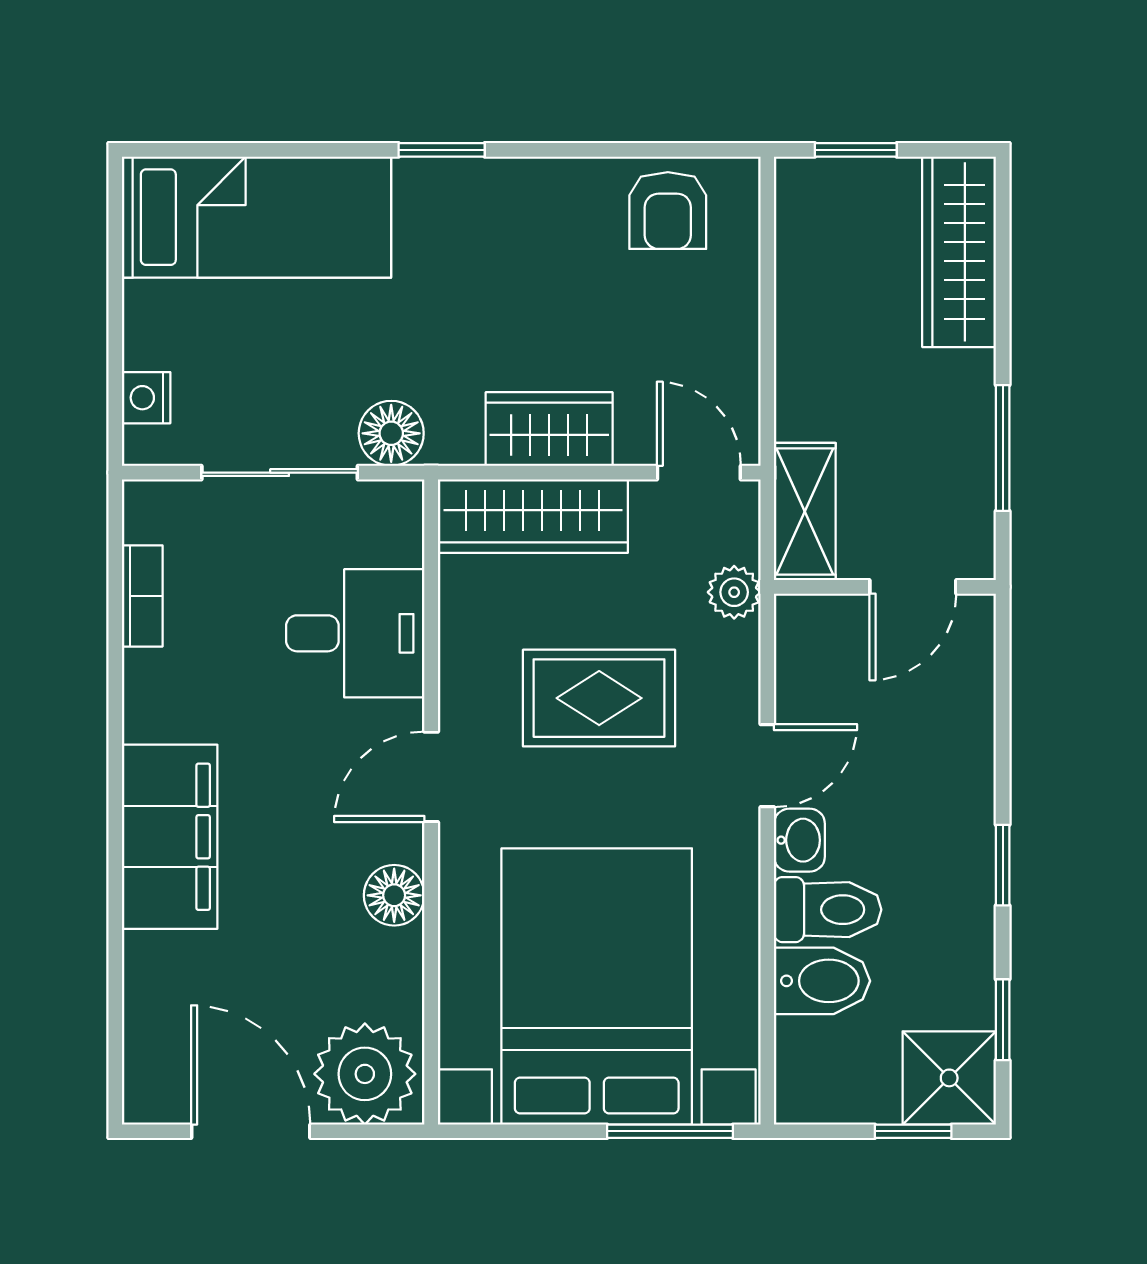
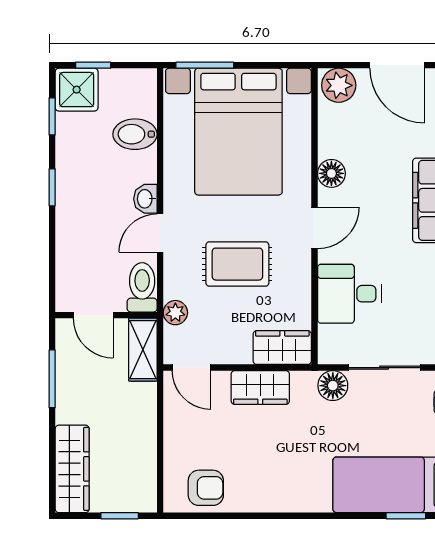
window: (442, 150) -> (406, 516), moved
armchair: (668, 211) -> (206, 488), turned 90
wardrobe: (533, 516) -> (282, 348), width x0.67
door: (913, 587) -> (93, 315), swing flipped
toilet: (828, 910) -> (142, 287), moved, turned 90
plant: (365, 1074) -> (339, 85), width x0.73, depth x0.73

